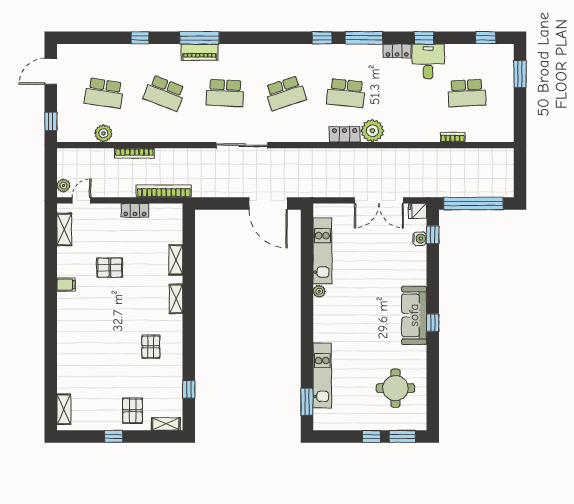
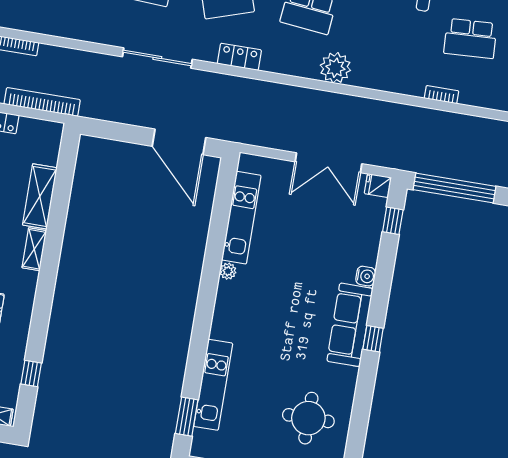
locker: (345, 134) -> (239, 57), moved
water cooler: (420, 239) -> (366, 276), moved
shelving: (176, 260) -> (40, 196), width x1.50, depth x1.33

